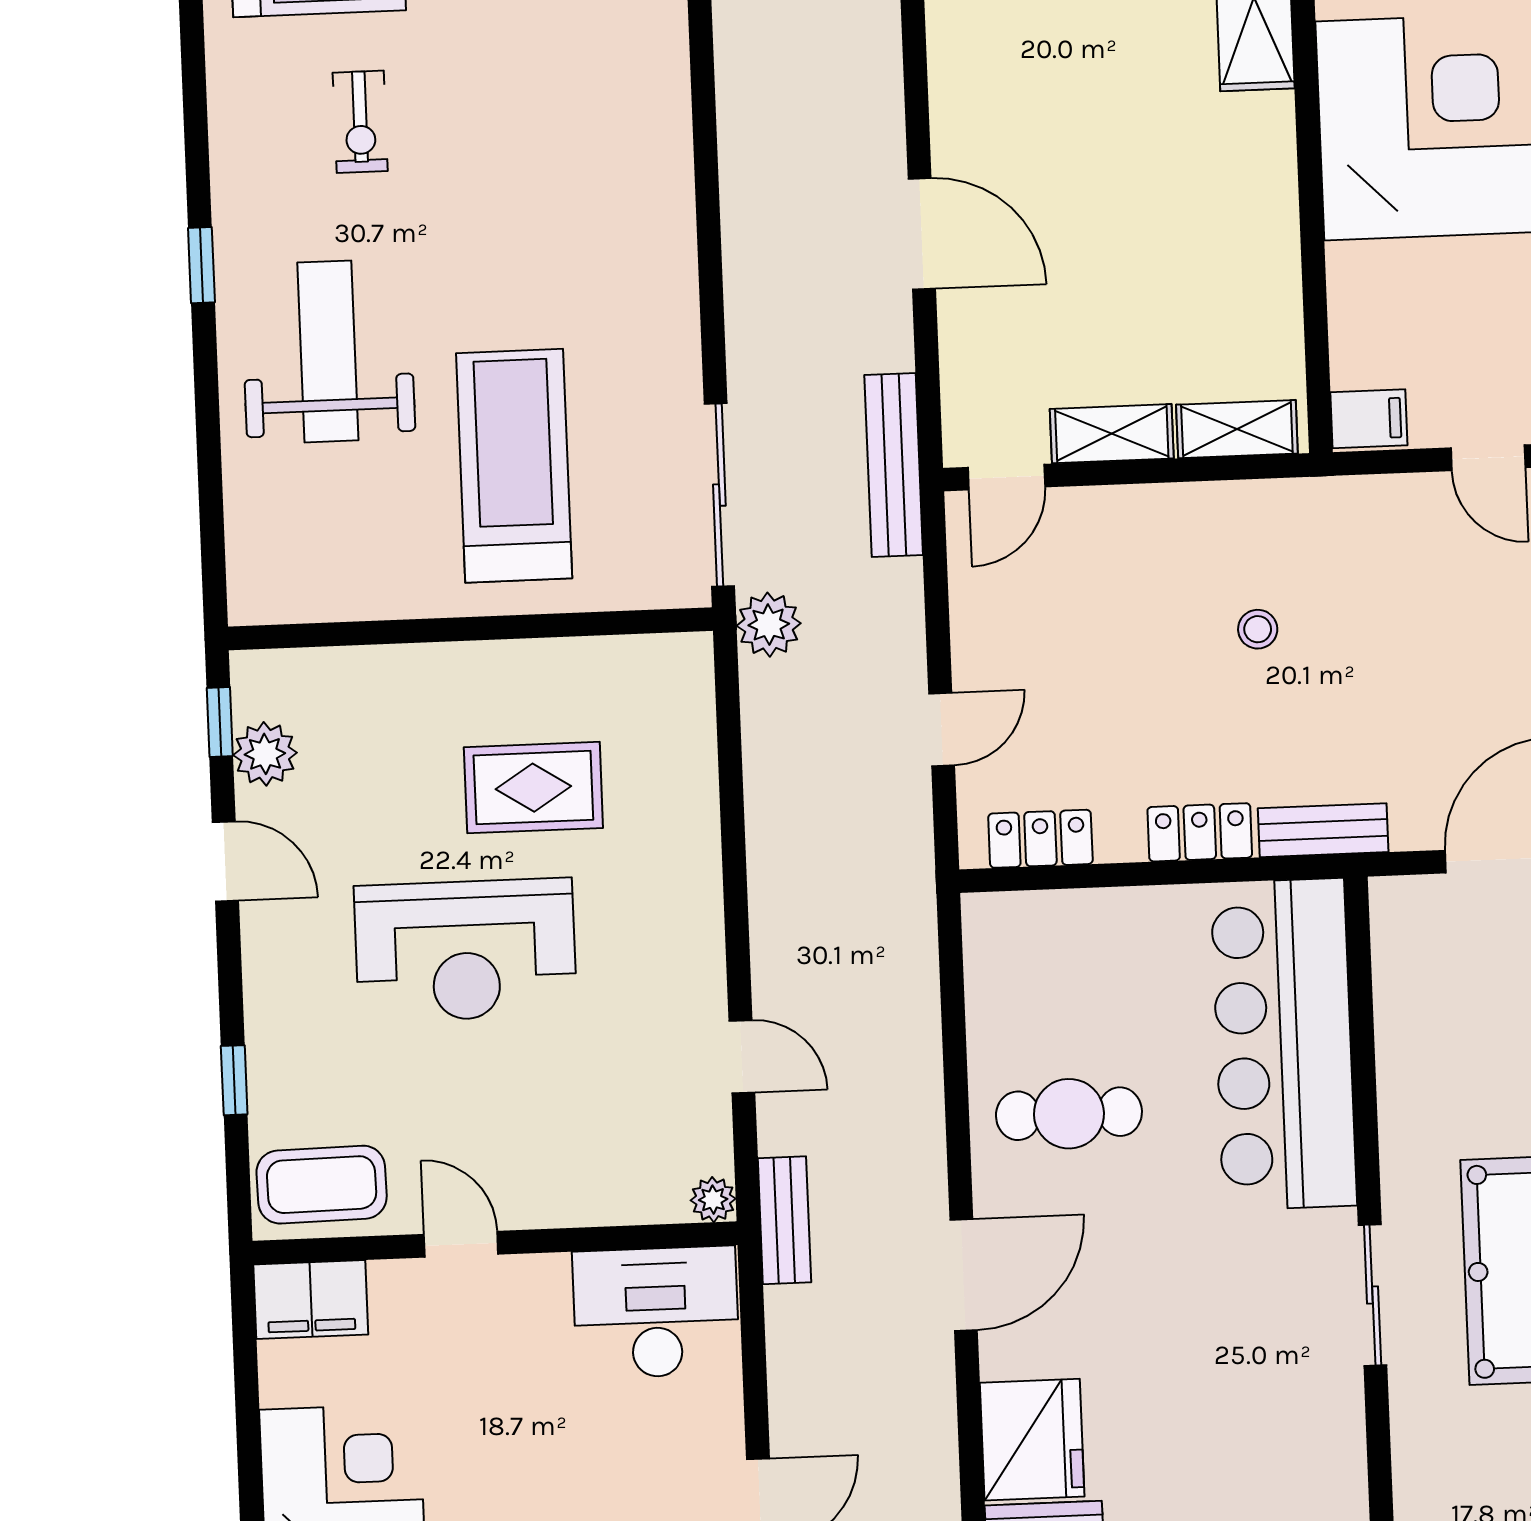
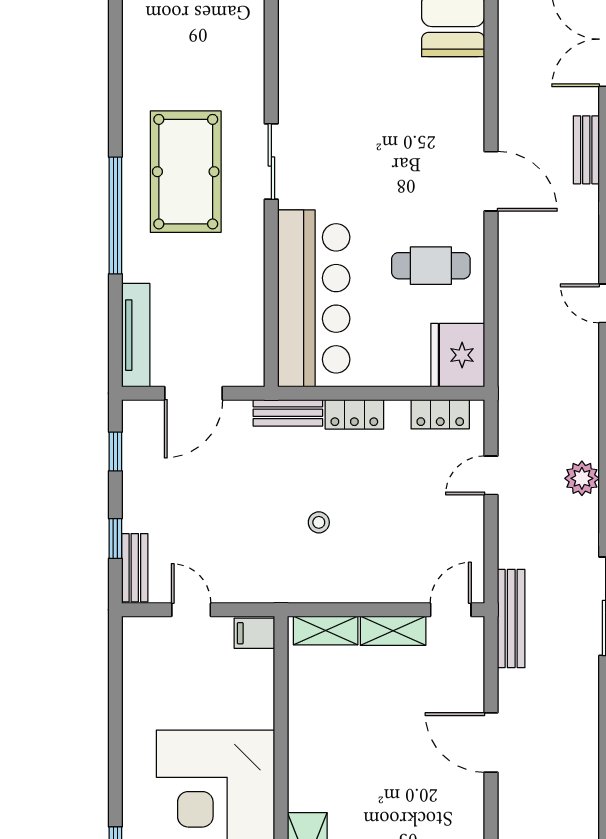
plant: (769, 625) -> (582, 478), moved
bench: (784, 1220) -> (586, 150), moved
door: (964, 1275) -> (491, 181), swing flipped
fridge: (1032, 1440) -> (458, 355), moved

